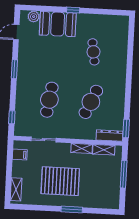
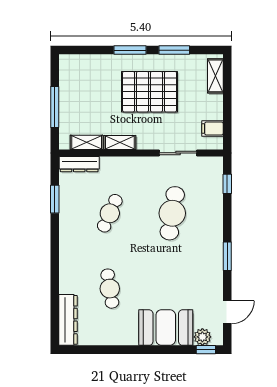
window: (73, 10) -> (206, 350), moved
dresser: (122, 32) -> (68, 320), added
cafe table: (91, 102) -> (110, 213), width x0.73, depth x0.74
window: (126, 129) -> (55, 199), moved
window: (42, 208) -> (174, 50), added

